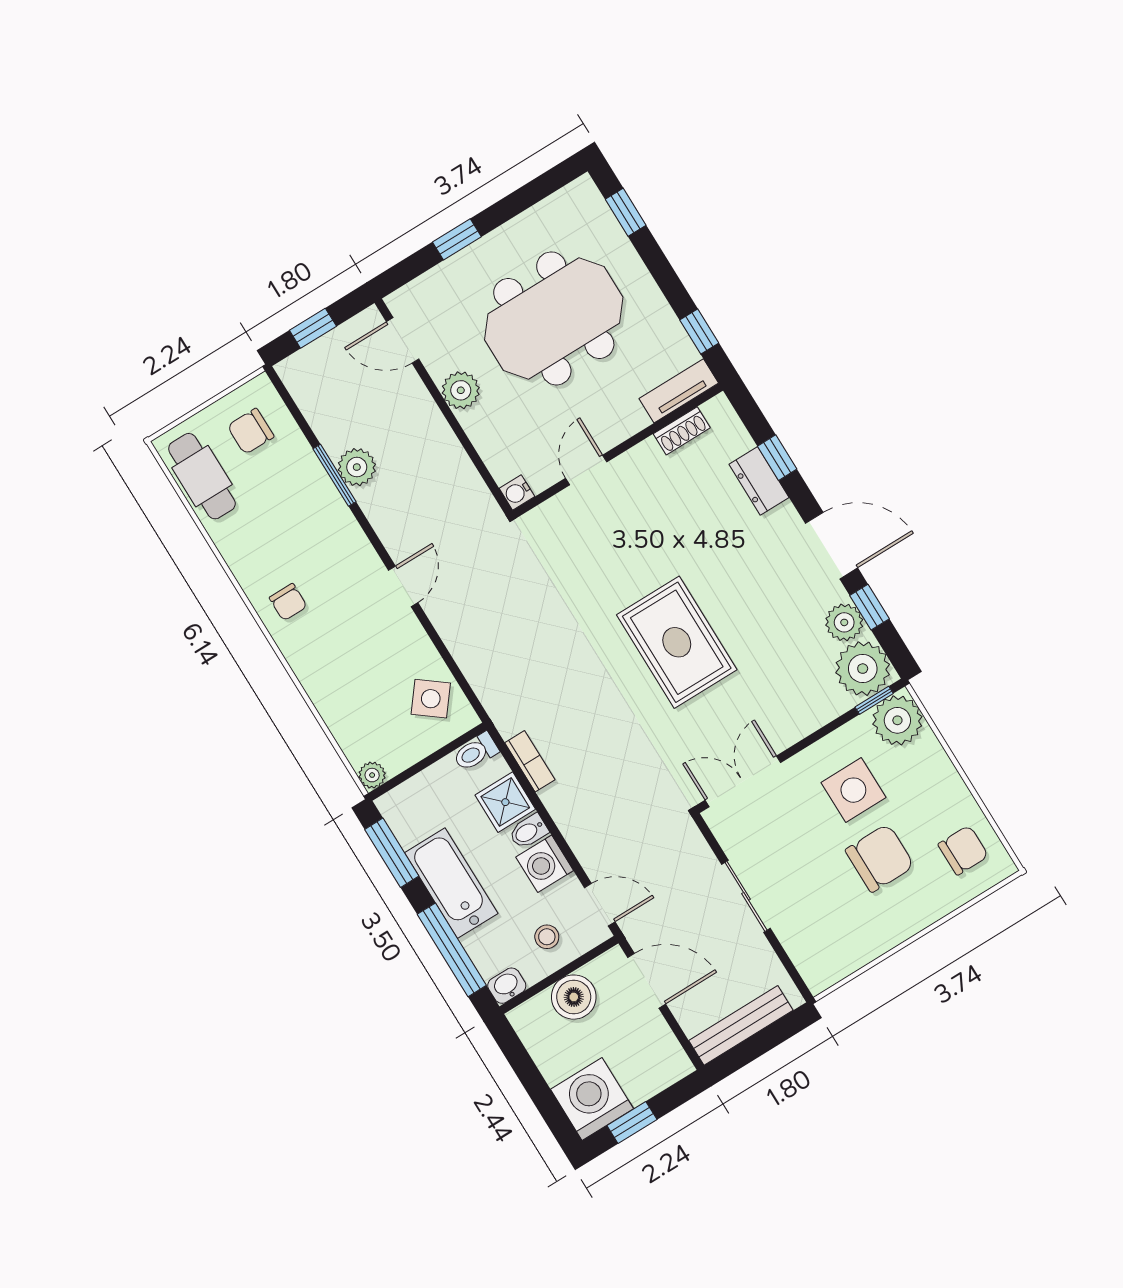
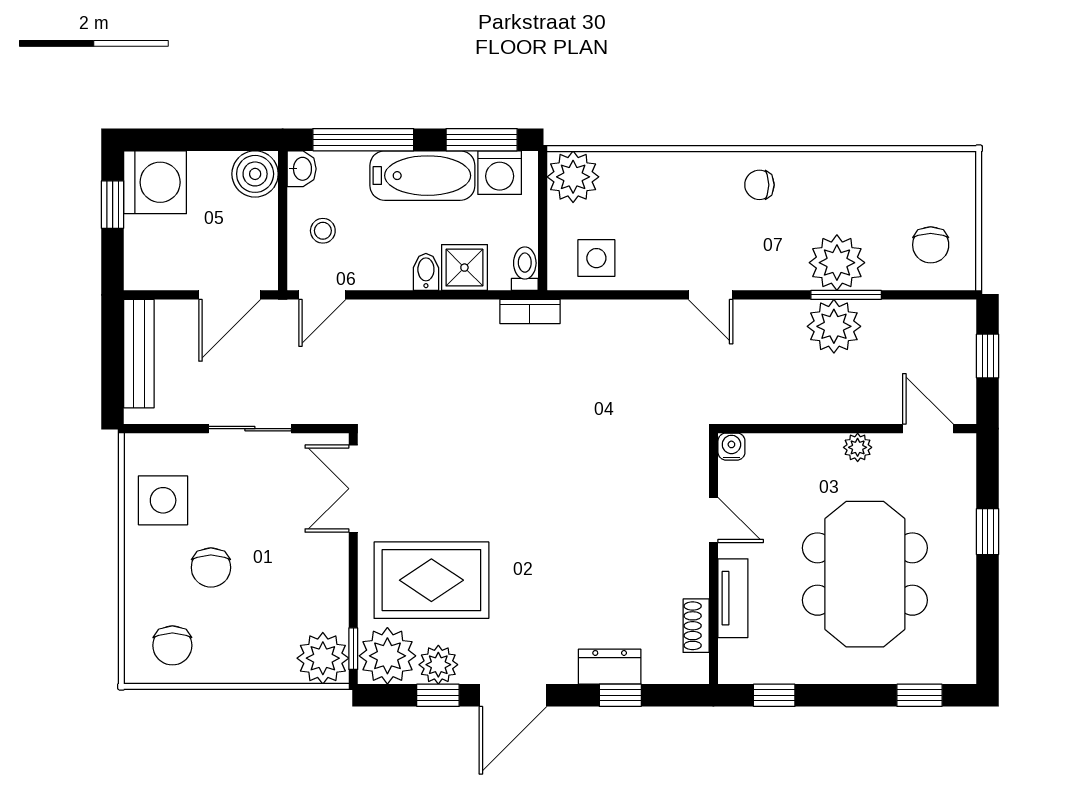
door: (403, 340) -> (928, 429), hinge flipped
plant: (461, 390) -> (858, 447), width x0.73, depth x0.73
tv unit: (679, 391) -> (733, 598), moved
chair: (251, 431) -> (931, 245), turned 180
plant: (357, 467) -> (834, 326), width x1.36, depth x1.36
cafe table: (202, 476) -> (918, 177), removed
plant: (313, 499) -> (837, 263), added
rug: (677, 642) -> (431, 580), moved
side table: (431, 699) -> (596, 258), turned -38
bookcase: (530, 761) -> (530, 311), moved
plant: (372, 775) -> (573, 177), width x1.87, depth x1.87
double door: (743, 781) -> (353, 489), swing flipped
side table: (853, 790) -> (163, 500), moved
chair: (880, 858) -> (211, 568), width x0.73, depth x0.73
washing machine: (545, 864) -> (500, 173), moved, turned 180
boiler: (574, 997) -> (255, 174), moved

